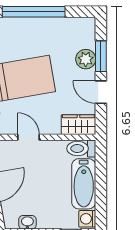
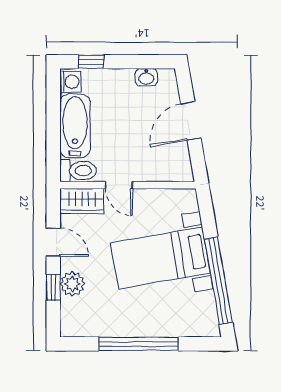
window: (101, 56) -> (53, 287), width x0.67
door: (28, 137) -> (119, 185), moved

